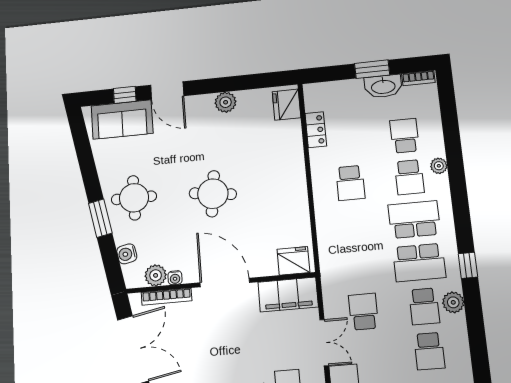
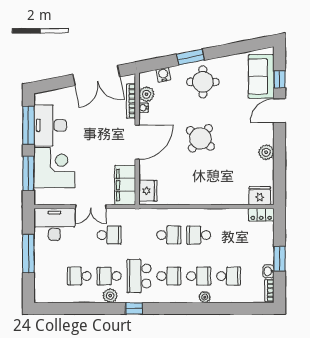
washbasin: (383, 86) -> (268, 271), width x0.52, depth x0.69
locker: (316, 130) -> (261, 215), moved
school desk: (409, 177) -> (199, 276), turned 180
round table: (213, 194) -> (200, 138), turned 32
school desk: (414, 219) -> (169, 276), width x0.54
school desk: (355, 225) -> (169, 235), added

